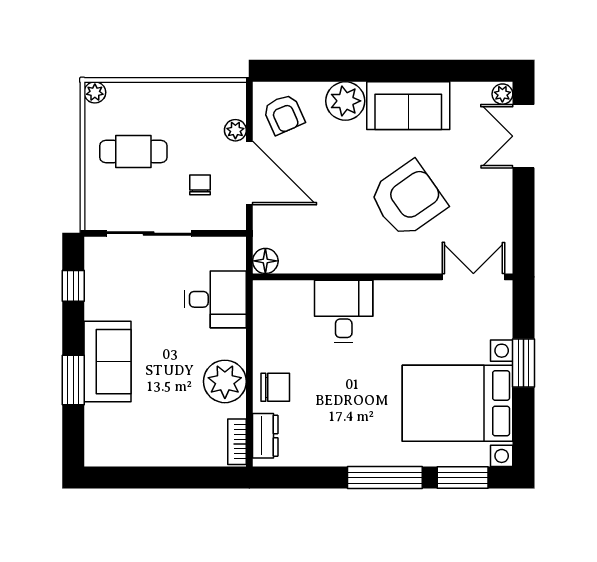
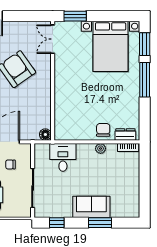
desk: (344, 311) -> (68, 99), removed
window: (524, 363) -> (75, 16), moved
plant: (225, 381) -> (101, 148), width x0.53, depth x0.53

